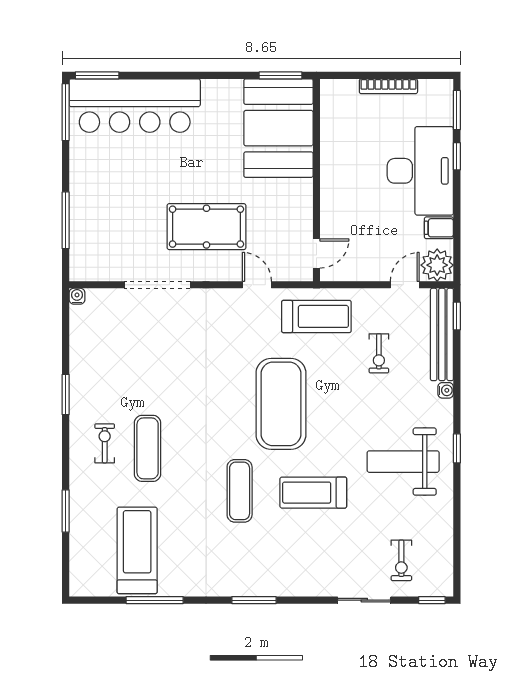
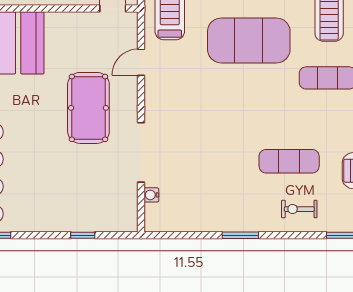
window: (66, 220) -> (83, 235), width x0.46
water cooler: (77, 296) -> (151, 195), moved
exercise bike: (105, 443) -> (299, 209), moved

